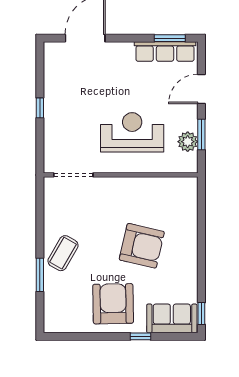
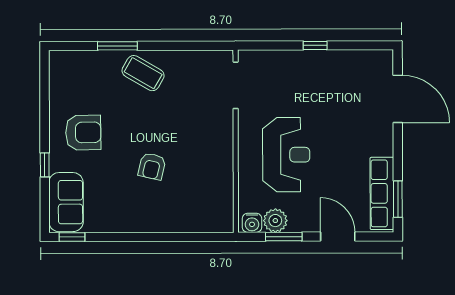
water cooler: (190, 161) -> (252, 223), added
armchair: (142, 246) -> (152, 166), width x0.53, depth x0.53
armchair: (113, 304) -> (83, 133), width x0.73, depth x0.73

